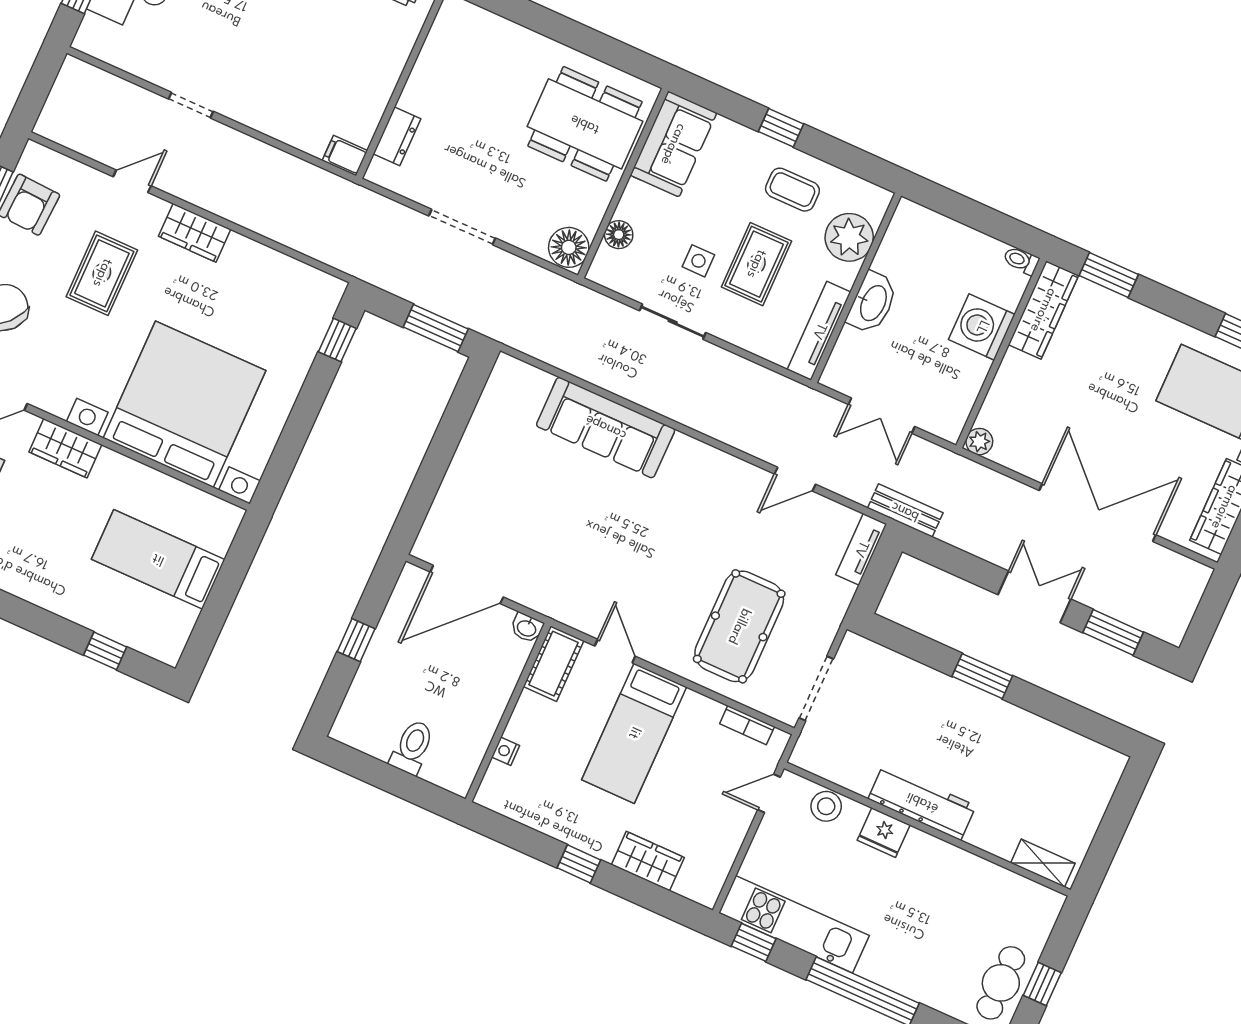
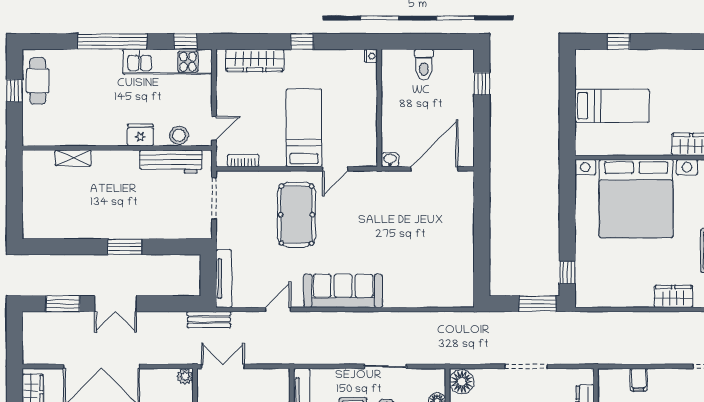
filing cabinet: (345, 156) -> (639, 380), moved, turned 90
window: (436, 328) -> (538, 304), moved
double door: (882, 416) -> (223, 366), moved
sofa: (606, 427) -> (343, 291), moved
tv unit: (861, 549) -> (224, 279), width x1.41
pool table: (739, 626) -> (296, 215), moved
window: (356, 640) -> (482, 84), moved
door: (615, 651) -> (335, 169), hinge flipped
cot: (553, 664) -> (366, 147), removed
nightstand: (506, 751) -> (371, 56), moved
workbench: (922, 802) -> (171, 161), moved
wardrobe: (648, 861) -> (255, 60), width x1.50
shelving: (1043, 863) -> (73, 158), moved

